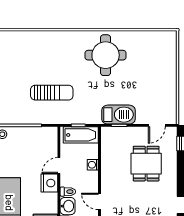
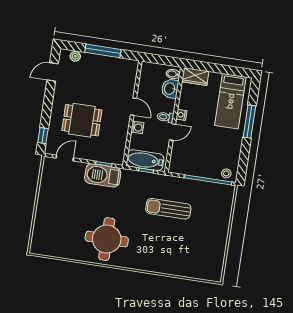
dining table: (146, 164) -> (82, 120), turned 90
nightstand: (49, 183) -> (181, 115), width x0.53, depth x0.56
toilet: (68, 192) -> (165, 117), moved
door: (99, 201) -> (133, 107), moved

